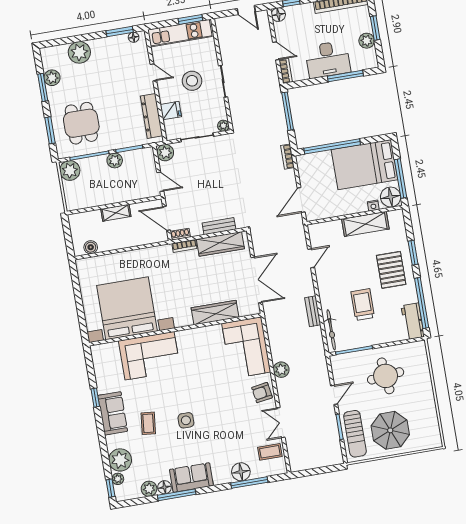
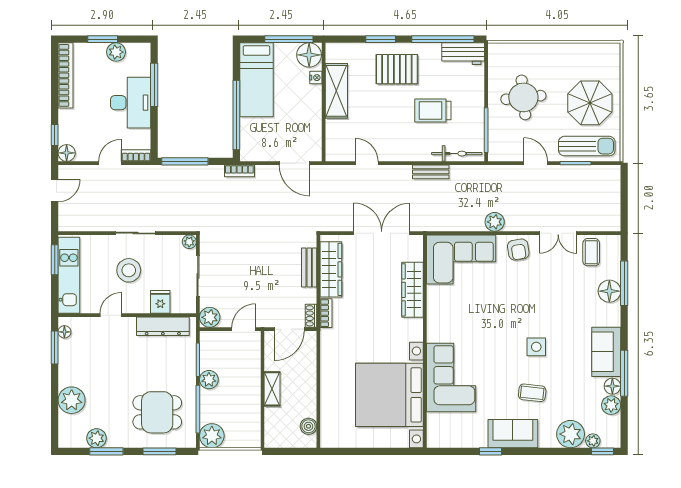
bed: (365, 165) -> (256, 80), width x0.67

